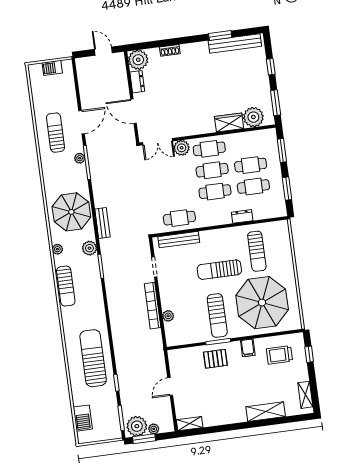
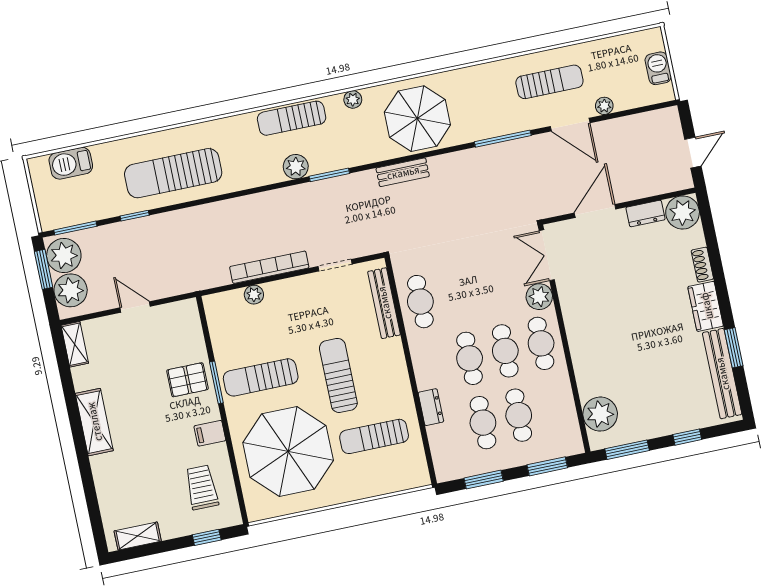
wardrobe: (229, 123) -> (706, 306), moved, turned 180
plant: (80, 158) -> (604, 106), moved
plant: (89, 248) -> (296, 167), moved
sun lounger: (93, 358) -> (173, 173), turned 180
pallet: (215, 359) -> (187, 380), turned 90
shelving: (266, 412) -> (94, 422), moved
plant: (154, 429) -> (71, 290), width x1.87, depth x1.87

